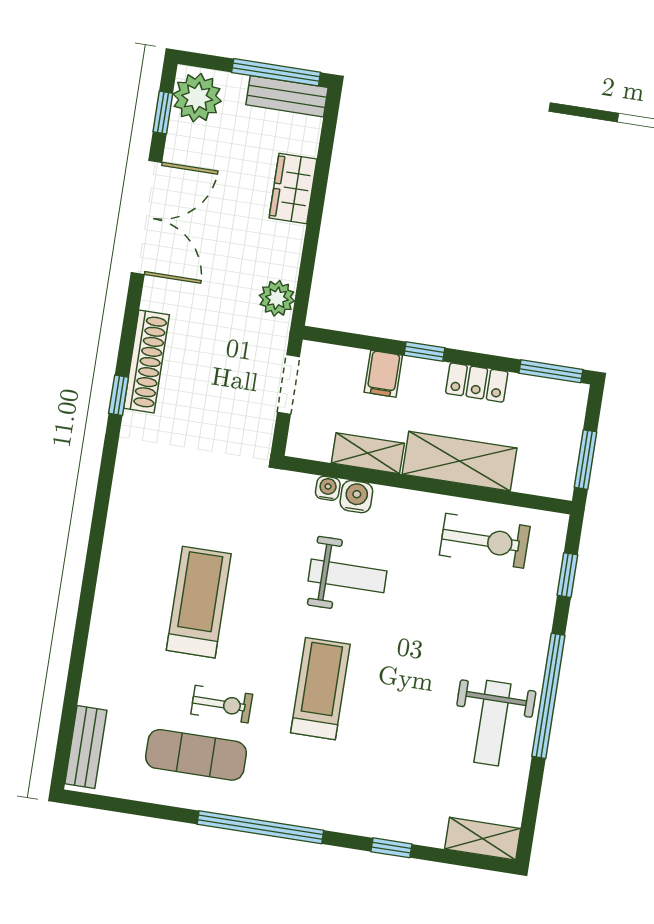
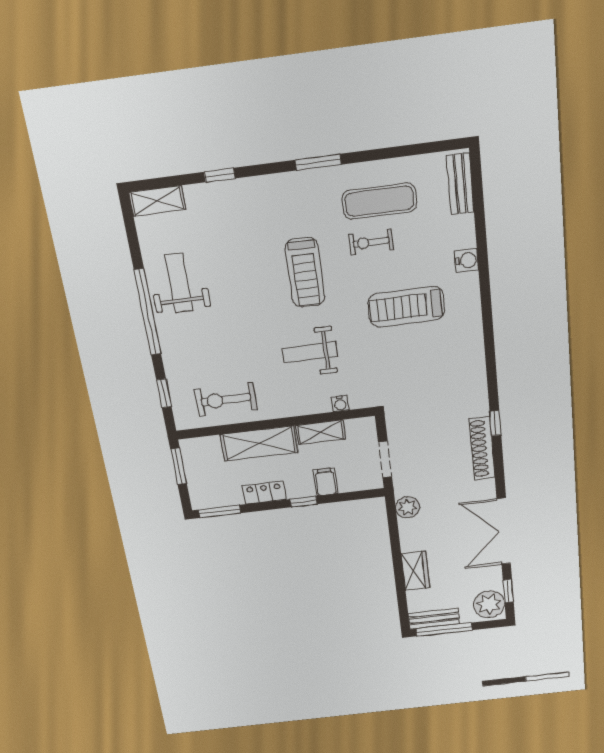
water cooler: (356, 497) -> (467, 260), moved, turned -90
treadmill: (199, 602) -> (406, 307), turned 90
window: (260, 827) -> (318, 162), width x0.47

